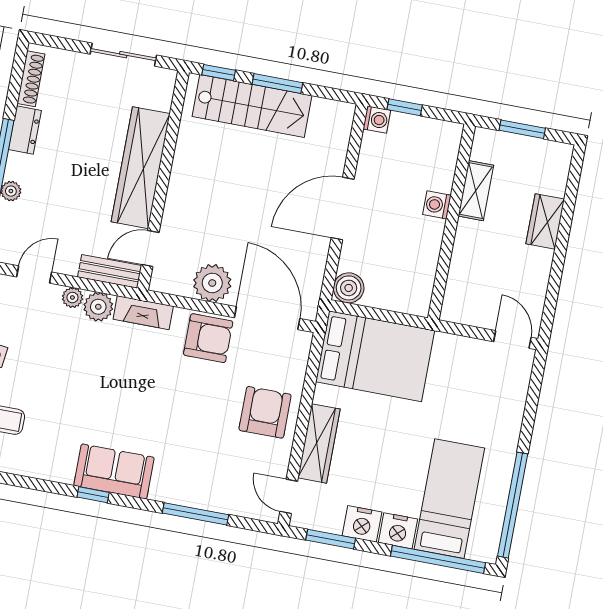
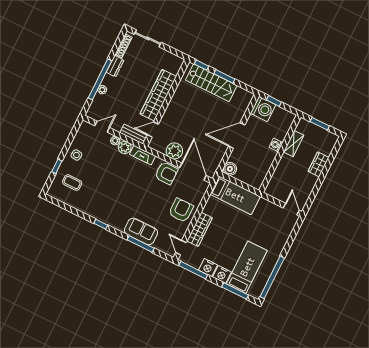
sliding door: (123, 55) -> (148, 38), moved
washing machine: (377, 120) -> (263, 109), width x1.89, depth x1.89
bed: (375, 356) -> (235, 195), width x0.67
sofa: (114, 471) -> (141, 231), moved
window: (331, 539) -> (193, 270), width x1.44
window: (438, 559) -> (235, 291), width x0.68

